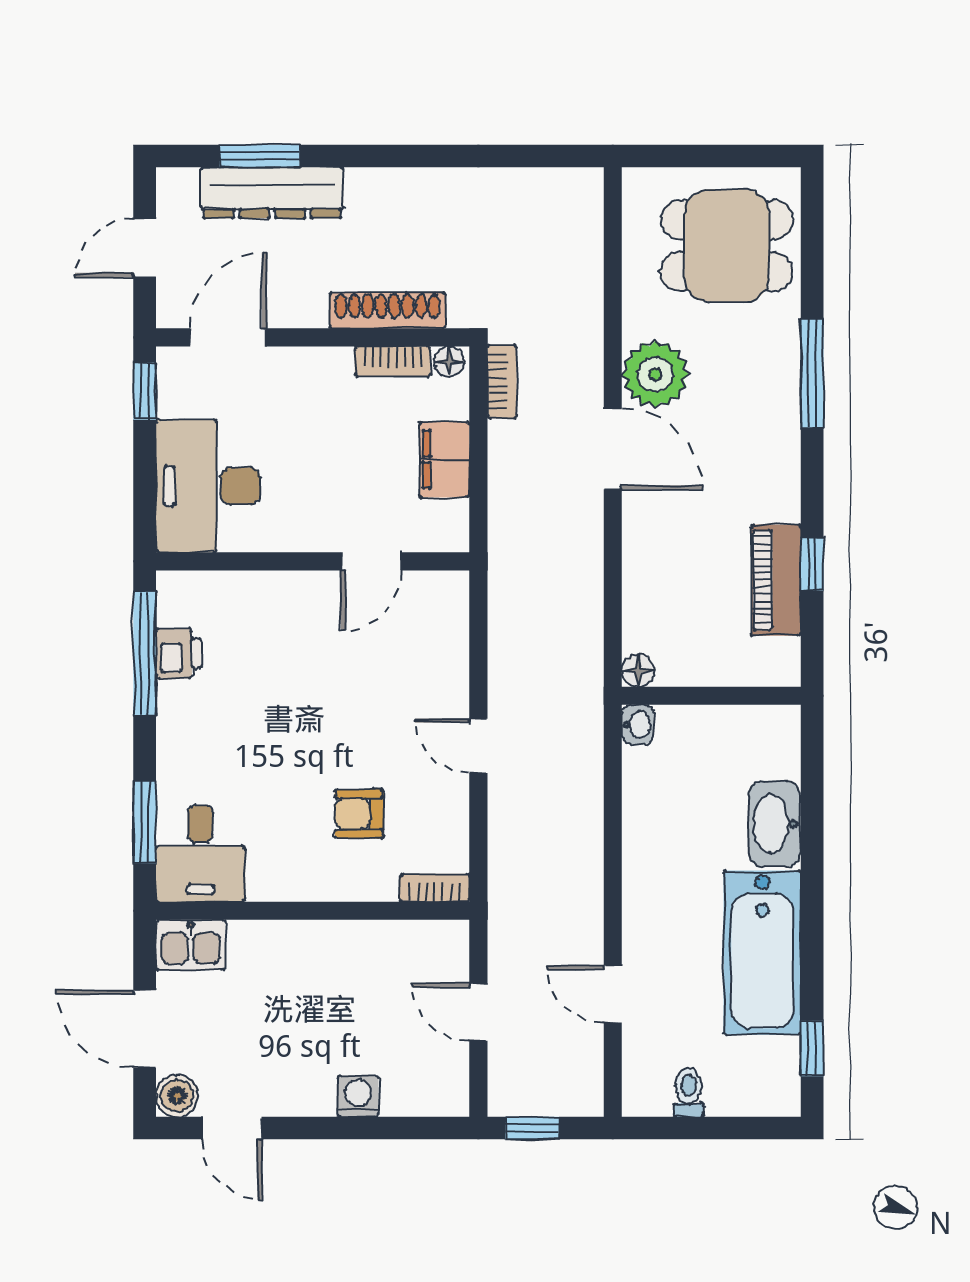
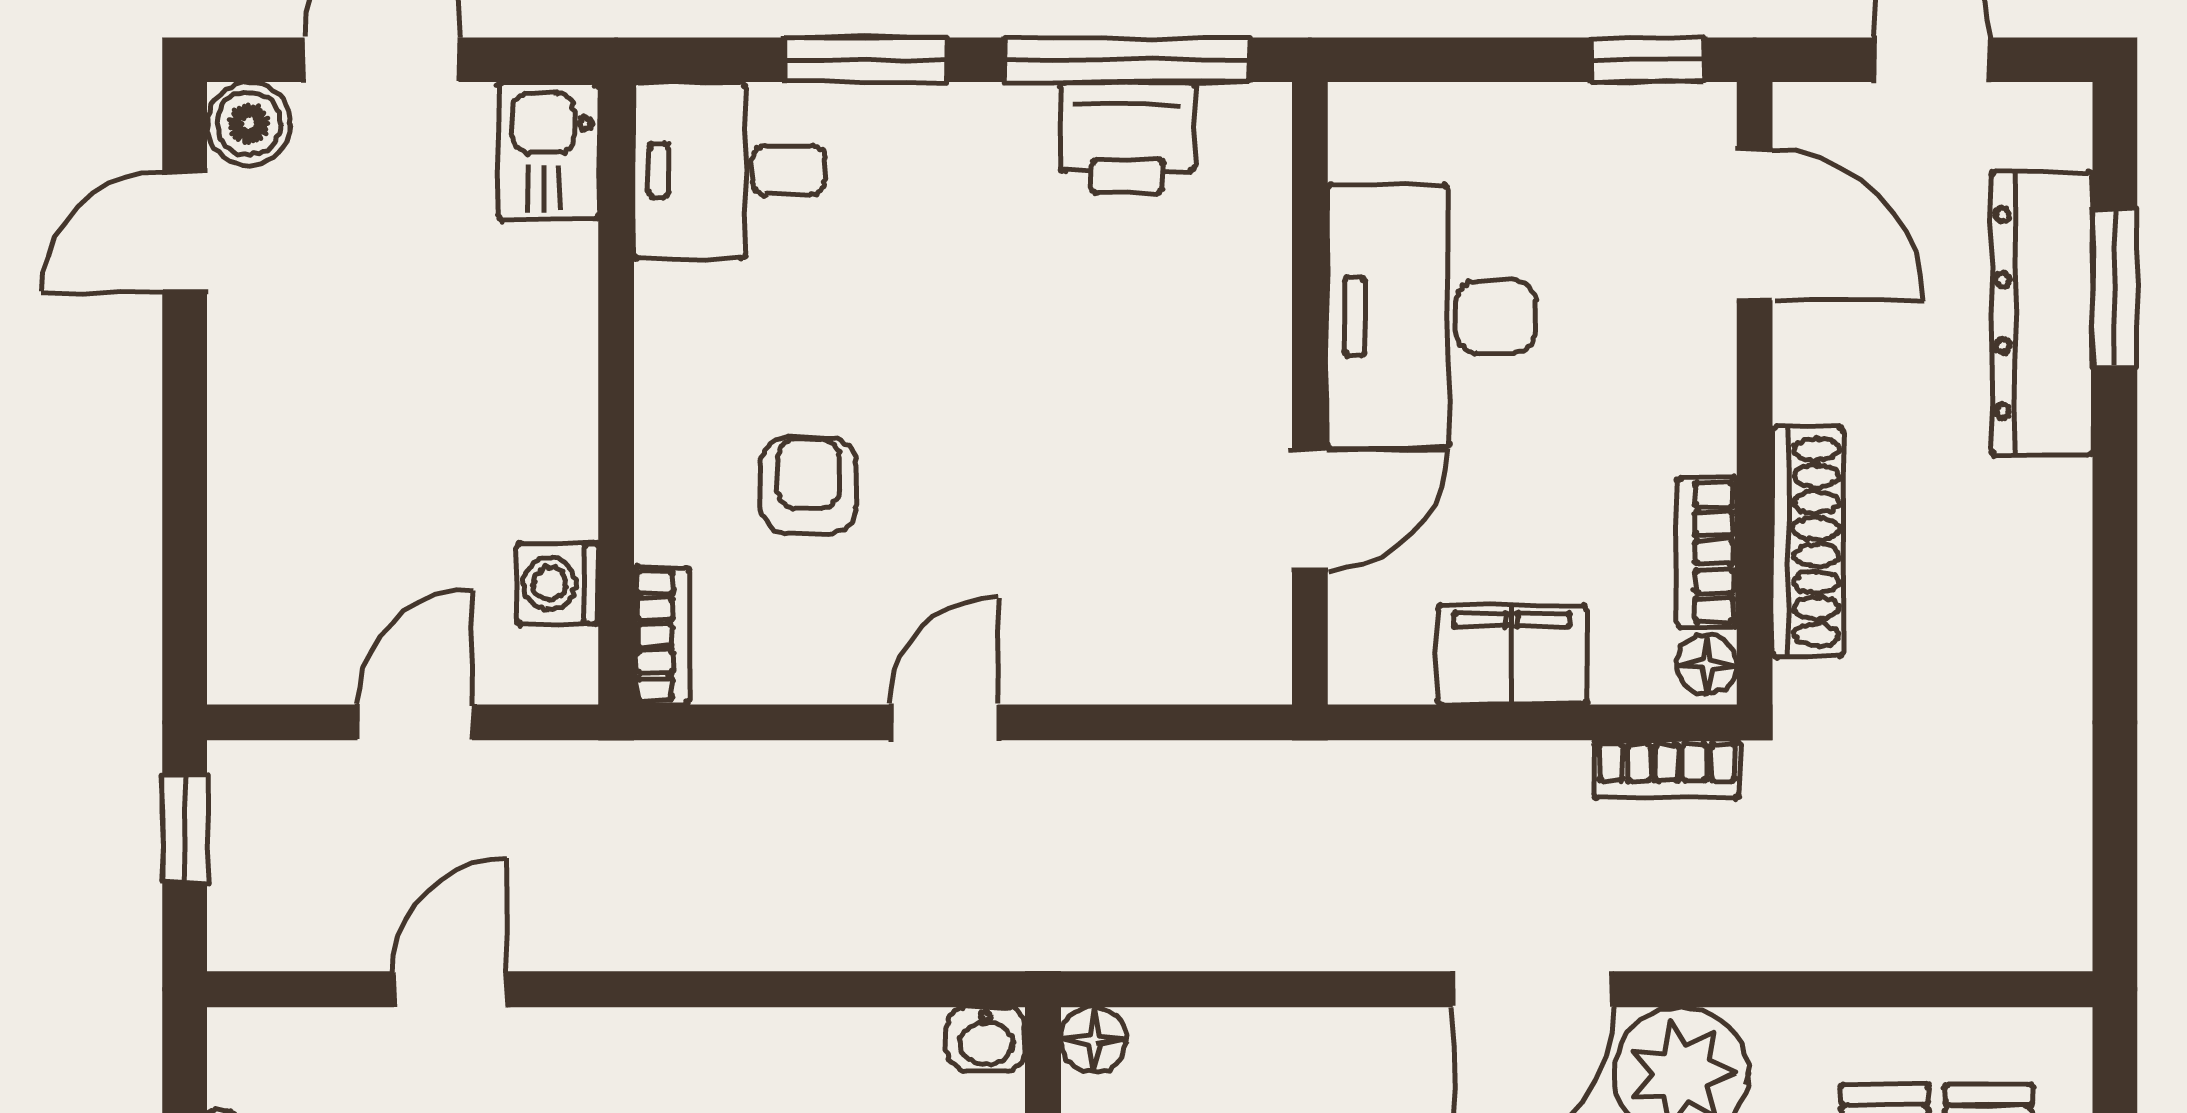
desk: (208, 486) -> (1431, 316), moved, turned -90
door: (371, 561) -> (1310, 509), swing flipped
printer: (178, 653) -> (1127, 138), width x1.36, depth x1.24
window: (145, 822) -> (865, 60), moved
washing machine: (358, 1096) -> (558, 583), moved, turned 180

